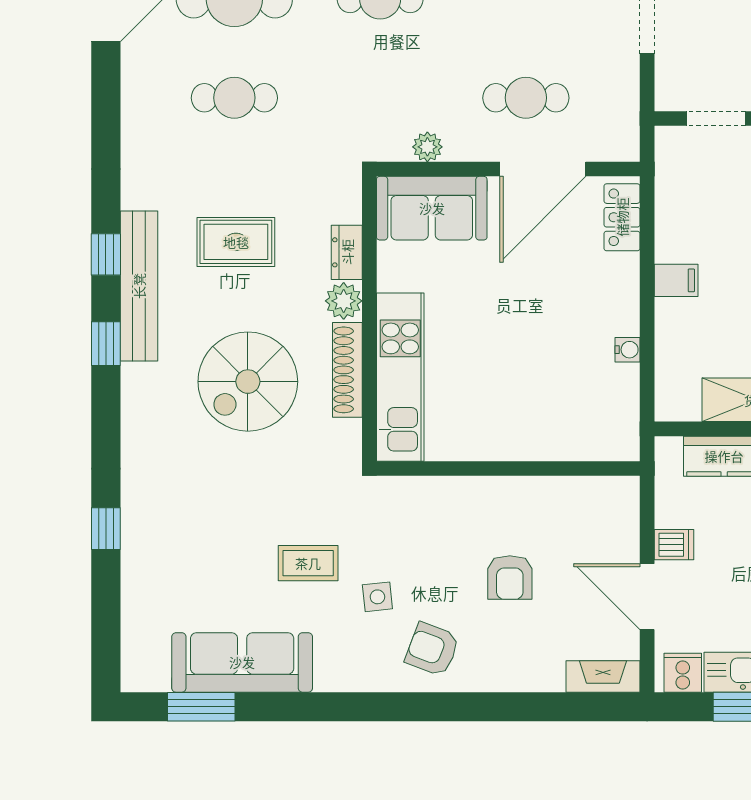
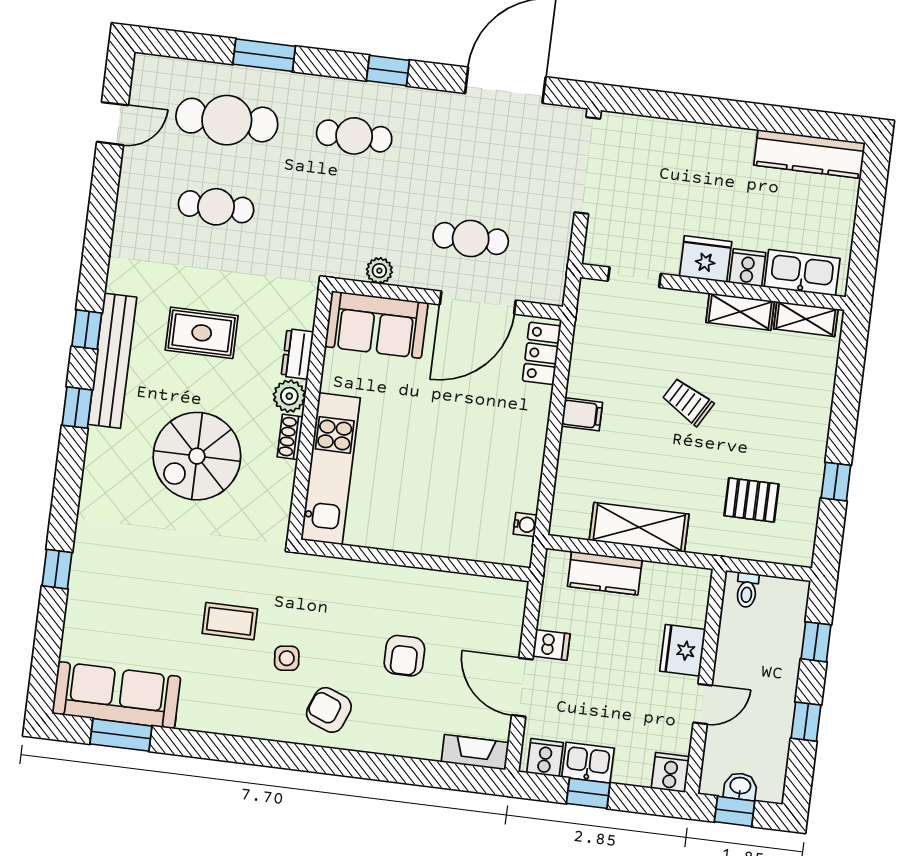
water cooler: (628, 350) -> (525, 525), moved
shoe rack: (347, 370) -> (290, 437), width x0.51, depth x0.81
sofa: (242, 662) -> (116, 695), moved

